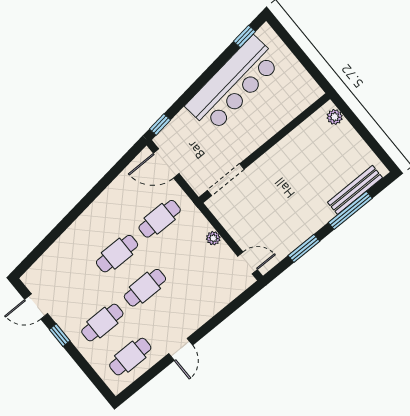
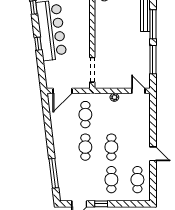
window: (160, 124) -> (38, 44), moved
window: (49, 240) -> (54, 173), added
window: (304, 248) -> (153, 60), width x1.44
door: (248, 263) -> (138, 91), hinge flipped

